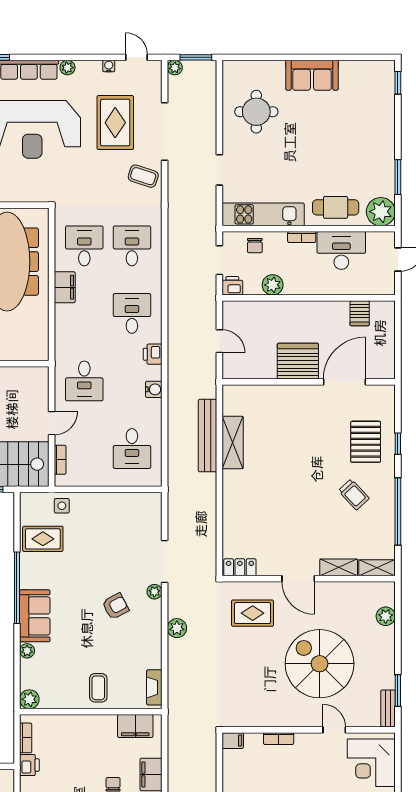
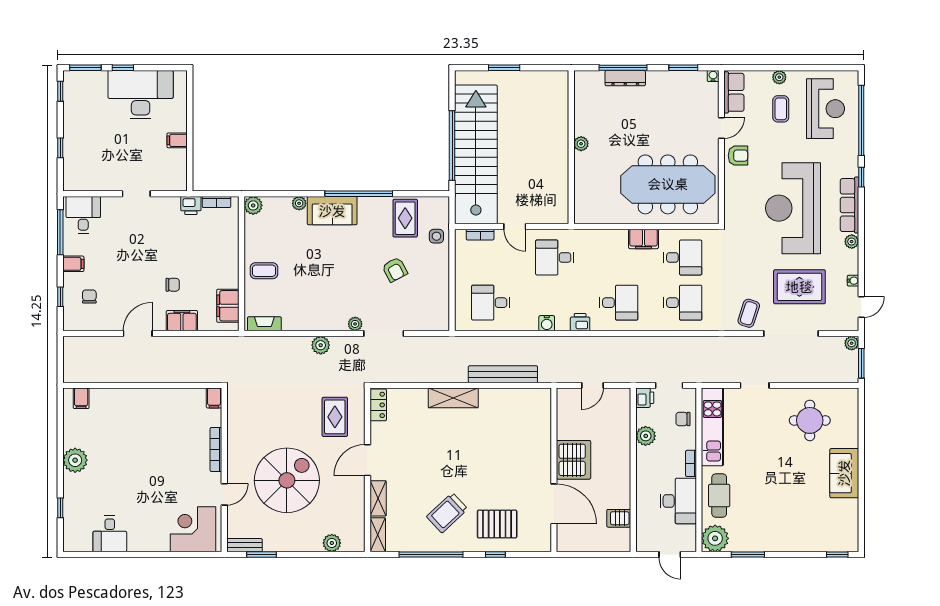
shelving: (233, 442) -> (453, 398), moved
trolley: (354, 494) -> (447, 513), width x1.36, depth x1.39
armchair: (115, 606) -> (395, 270), moved
bookcase: (279, 739) -> (216, 450), width x1.56

